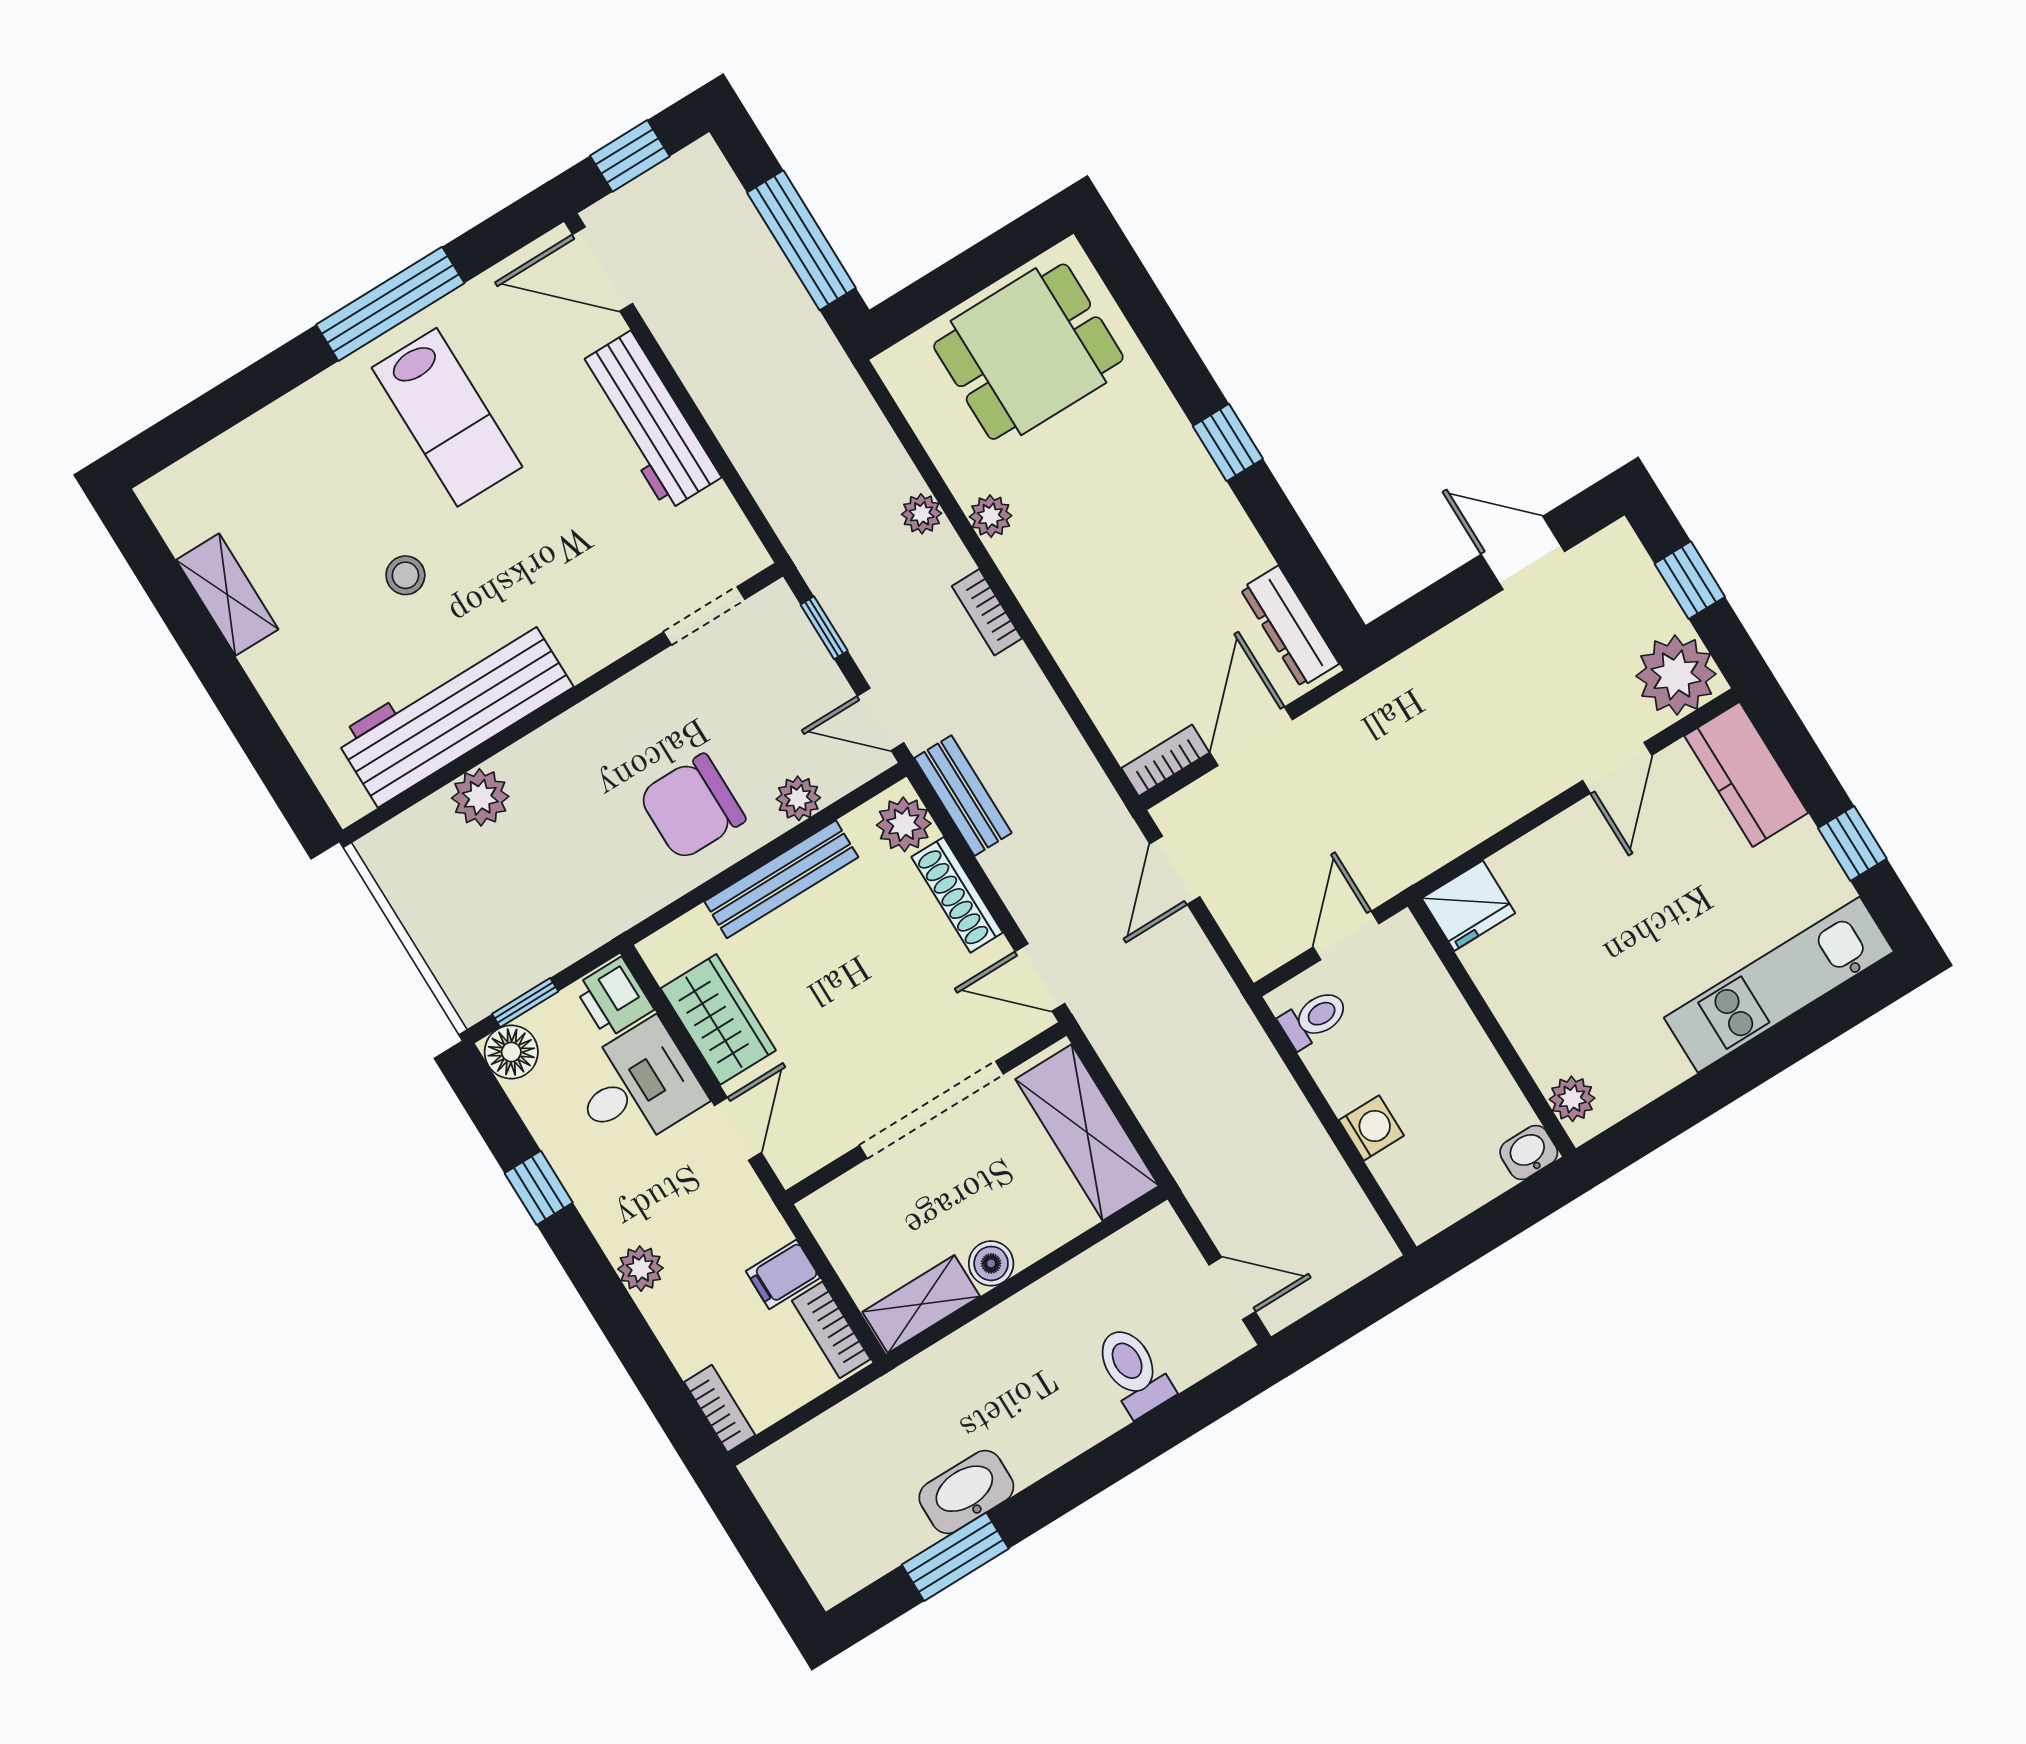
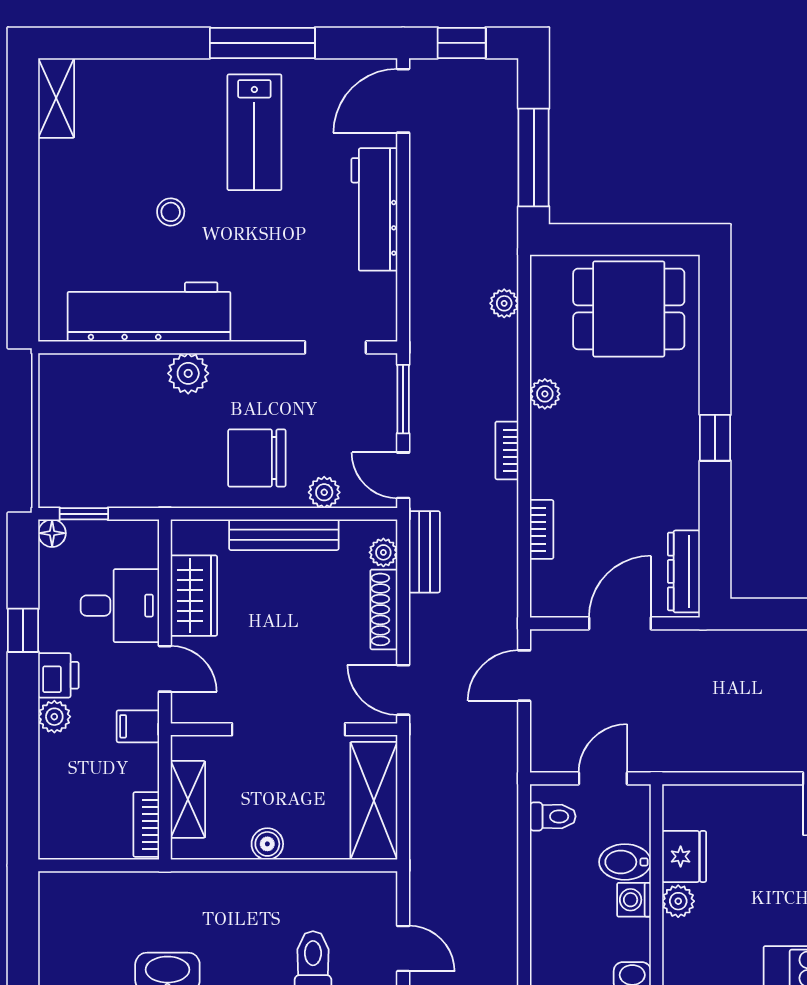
door: (602, 269) -> (403, 101), hinge flipped
plant: (922, 514) -> (504, 303), moved
shelving: (227, 595) -> (56, 98), moved
window: (824, 628) -> (403, 399), width x1.50
bookcase: (1165, 760) -> (542, 529), moved, turned 90
plant: (480, 797) -> (188, 373), moved
plant: (904, 824) -> (383, 552), width x0.73, depth x0.73
fridge: (1468, 906) -> (684, 856), moved, turned -90
printer: (614, 998) -> (58, 675), moved, turned 180
bidet: (1434, 1020) -> (625, 862), added
floor lamp: (511, 1052) -> (52, 533), width x0.73, depth x0.73
plant: (1572, 1099) -> (678, 901), moved
washing machine: (1371, 1128) -> (634, 900), moved, turned 180
door: (738, 1129) -> (165, 669), hinge flipped
filing cabinet: (783, 1274) -> (138, 726), moved
shelving: (921, 1304) -> (188, 799), moved, turned 90
bookcase: (720, 1409) -> (50, 830), removed

